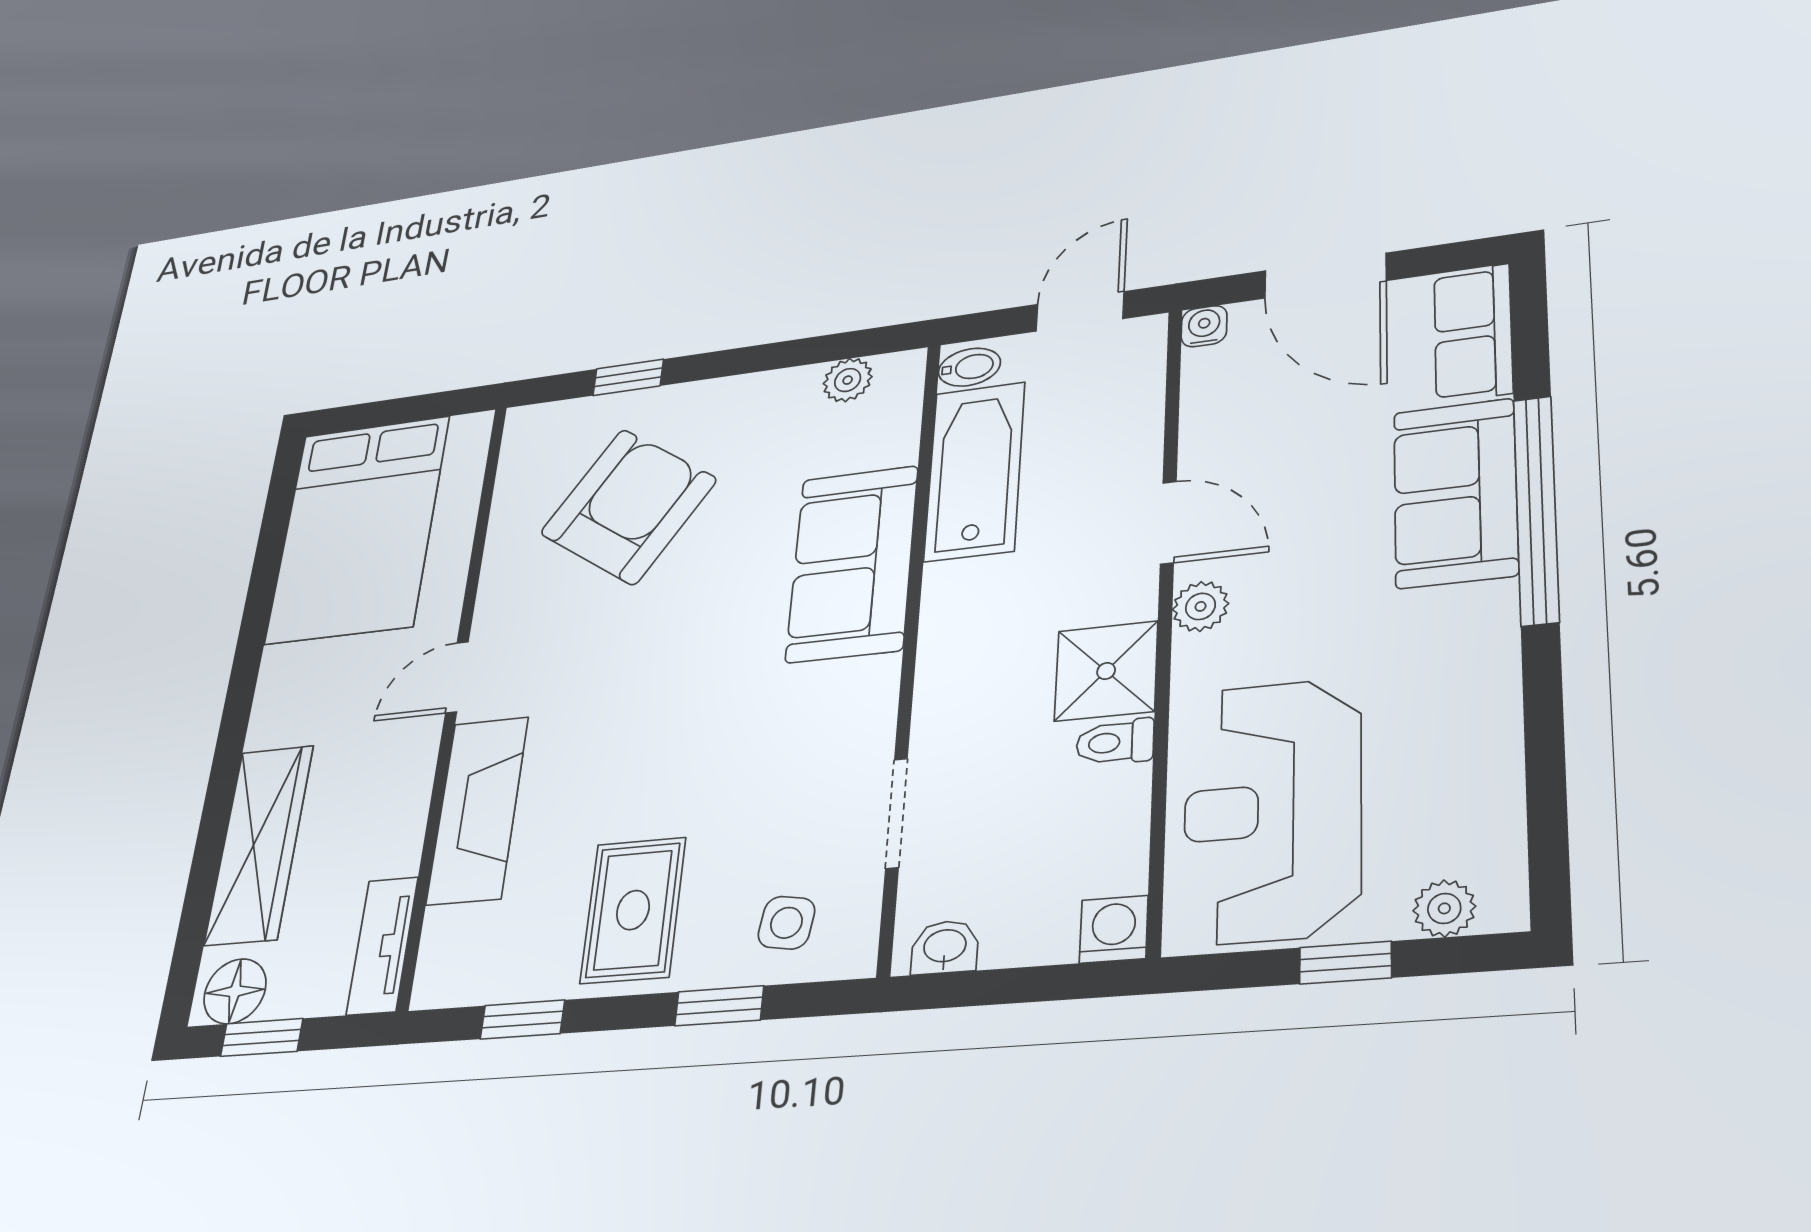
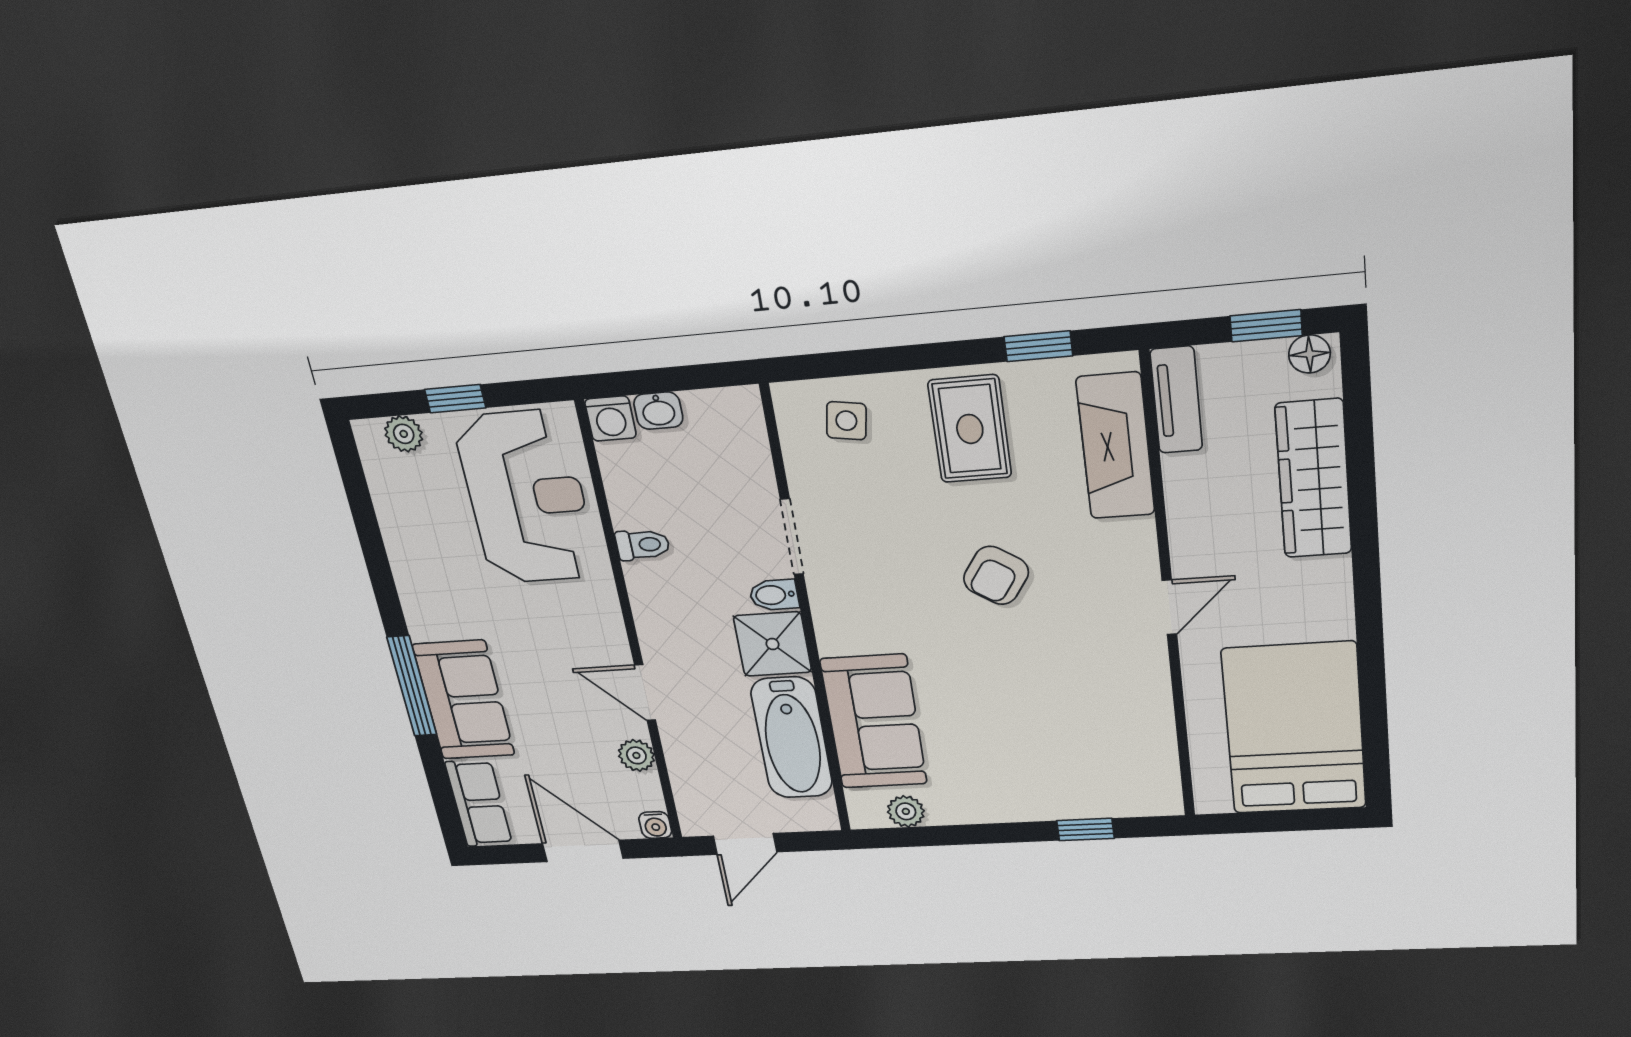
bidet: (969, 367) -> (774, 595), moved
armchair: (628, 506) -> (996, 575), moved, width x0.53, depth x0.53
window: (1536, 509) -> (412, 686), width x0.68
sofa: (852, 564) -> (874, 722), moved
plant: (1201, 606) -> (636, 755), moved
shower: (1106, 671) -> (773, 644), moved
fireplace: (478, 810) -> (1116, 446), moved
doorway: (896, 813) -> (792, 537), moved
washbasin: (945, 947) -> (658, 411), moved
floor lamp: (235, 991) -> (1310, 354), width x0.73, depth x0.73
window: (719, 1006) -> (882, 360), removed

